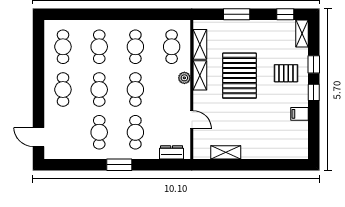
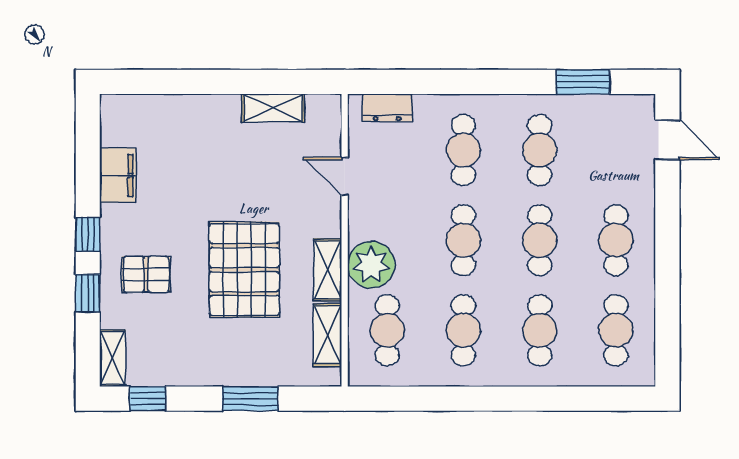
plant: (184, 78) -> (371, 265), width x1.87, depth x1.87
filing cabinet: (299, 114) -> (118, 175), width x2.00
window: (119, 165) -> (583, 82), moved

